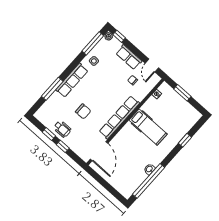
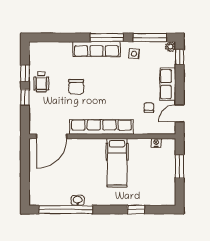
window: (52, 89) -> (107, 37), moved

